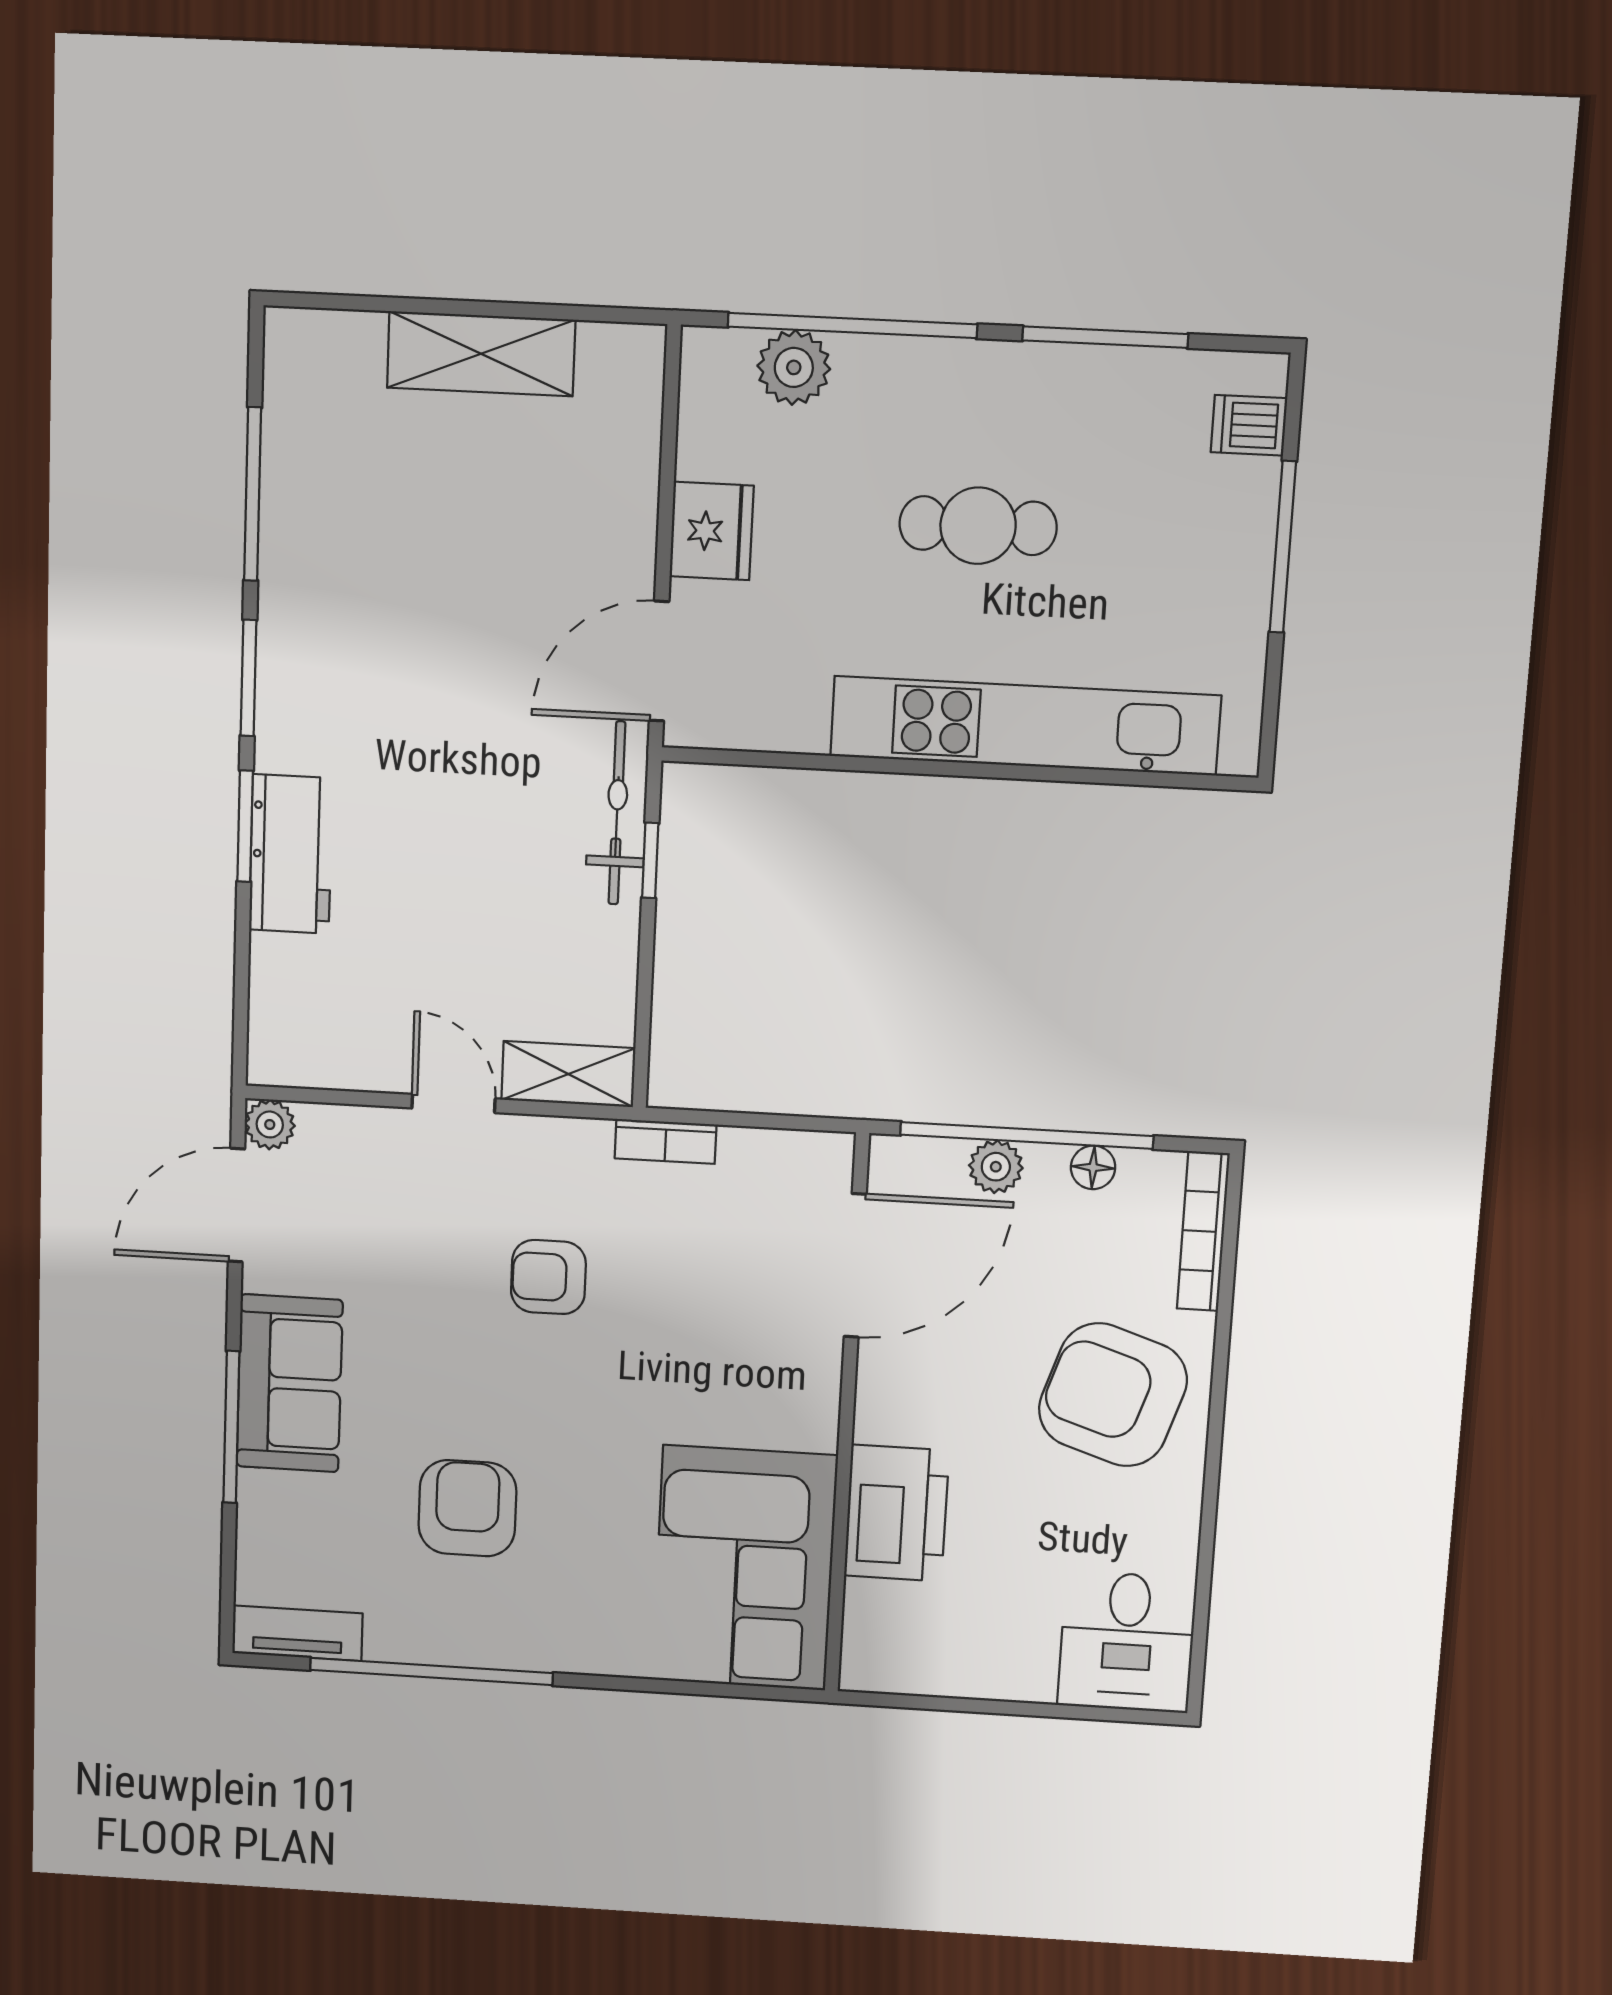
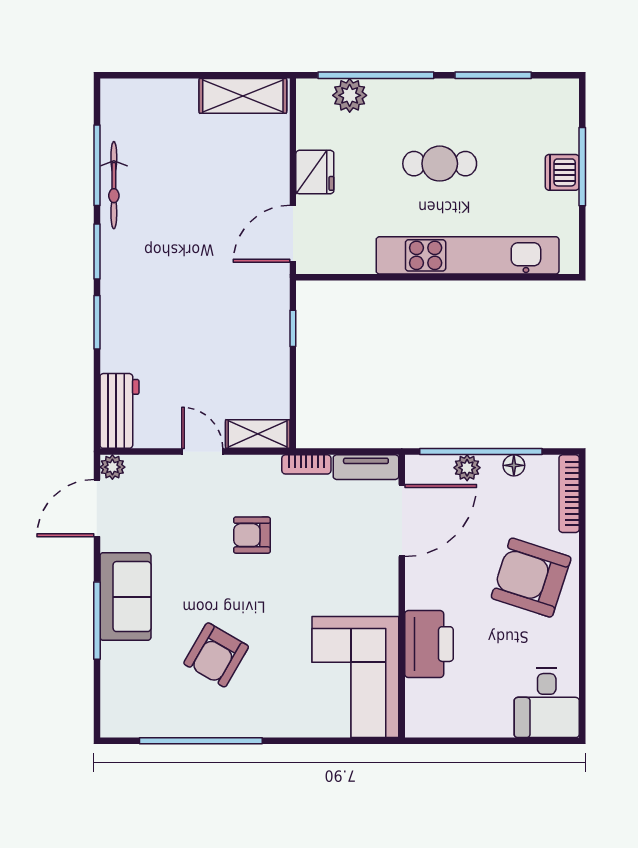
shelving: (481, 354) -> (243, 96), moved
dishwasher: (1249, 425) -> (562, 172), moved, width x1.38
bicycle: (617, 813) -> (114, 185), moved, turned 180
workbench: (291, 854) -> (119, 411), moved
armchair: (467, 1508) -> (216, 655), turned -150
tv unit: (297, 1633) -> (366, 467), moved, turned 180

